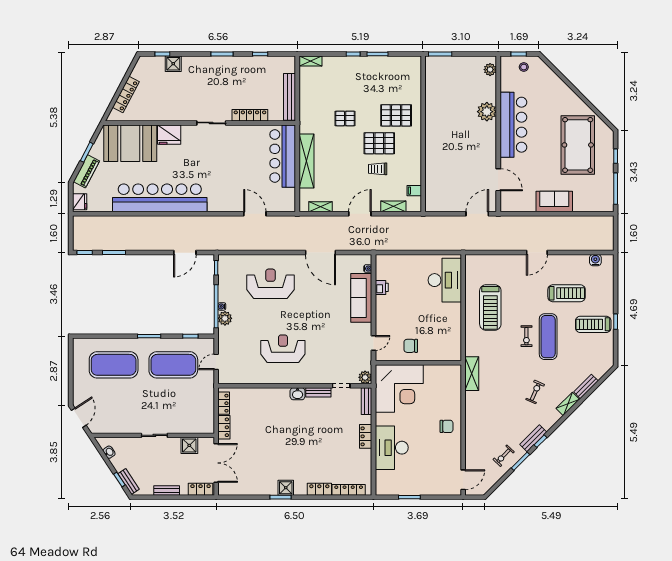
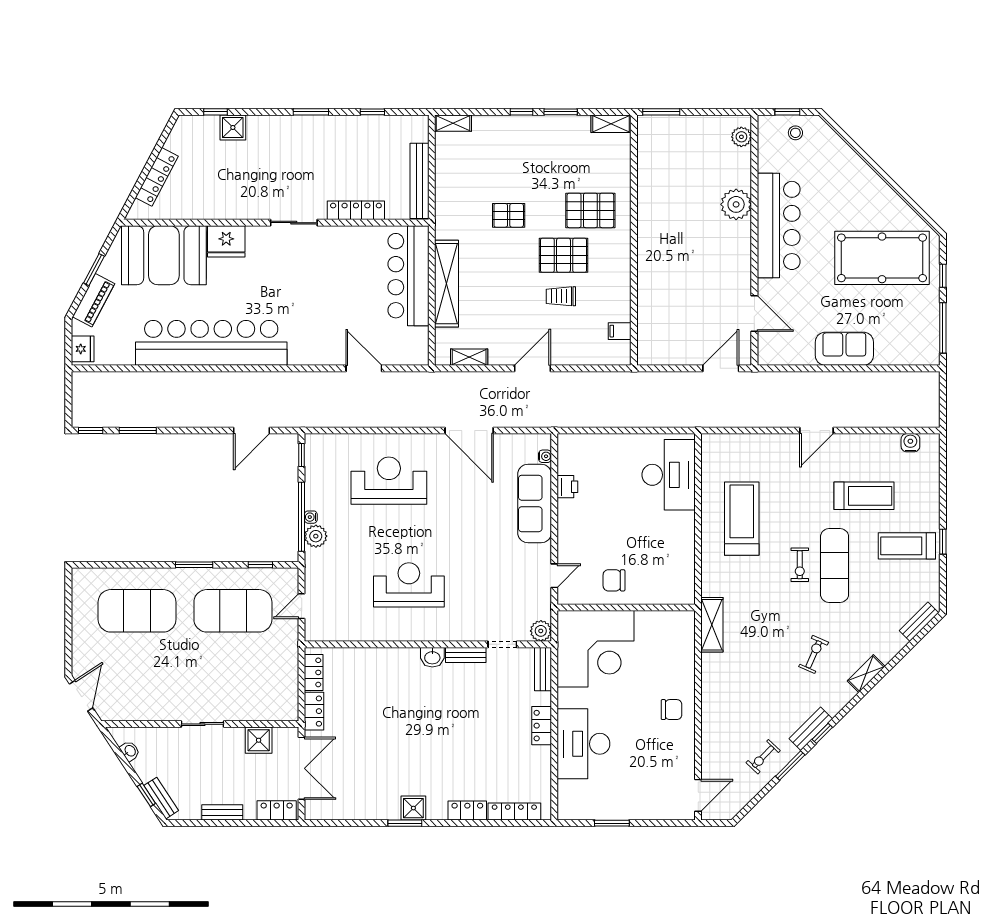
pool table: (578, 145) -> (882, 258), turned 90
shelving: (393, 206) -> (611, 124), moved
treadmill: (490, 307) -> (742, 519), turned 180
bench: (586, 386) -> (919, 622), moved

